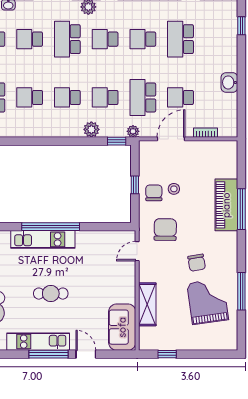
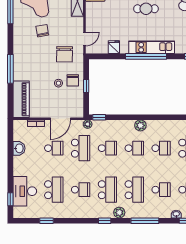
desk: (221, 37) -> (25, 191), added
school desk: (105, 39) -> (107, 190), width x1.85
washbasin: (229, 82) -> (19, 148), moved
plant: (91, 129) -> (140, 125), moved
piano: (226, 205) -> (21, 99), moved
fridge: (96, 240) -> (114, 47), added

